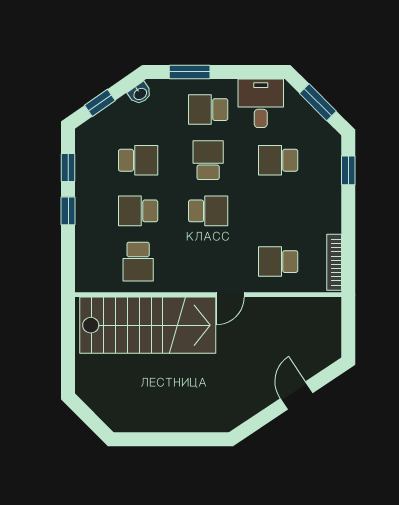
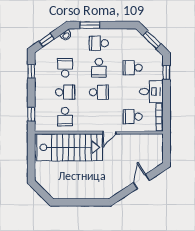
desk: (261, 103) -> (151, 92), moved, turned 90
school desk: (138, 160) -> (65, 68), turned -90
school desk: (208, 160) -> (99, 68), turned 180
window: (68, 211) -> (31, 114), moved
school desk: (138, 211) -> (65, 92), turned 180

